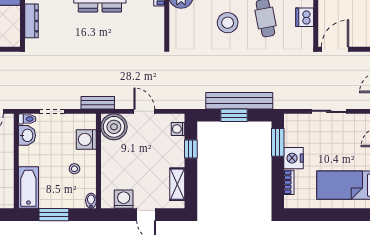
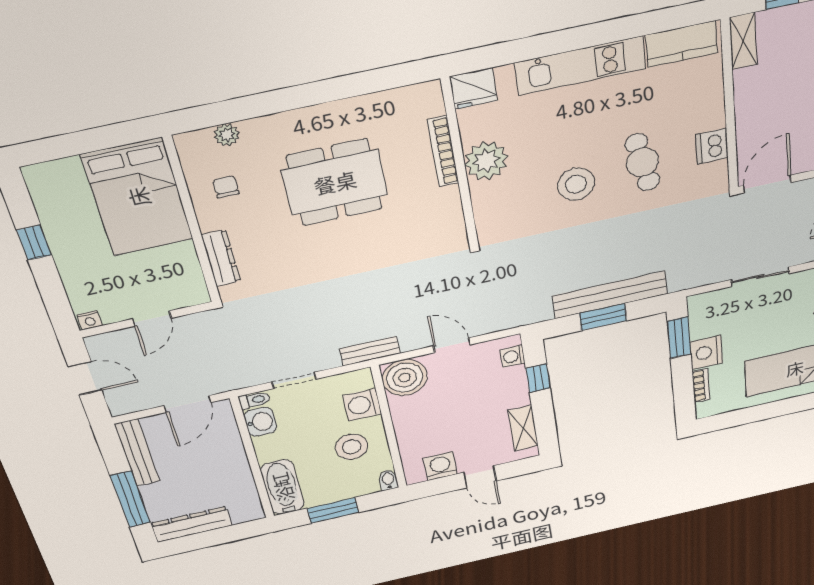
stool: (74, 169) -> (352, 447), width x1.89, depth x1.89

